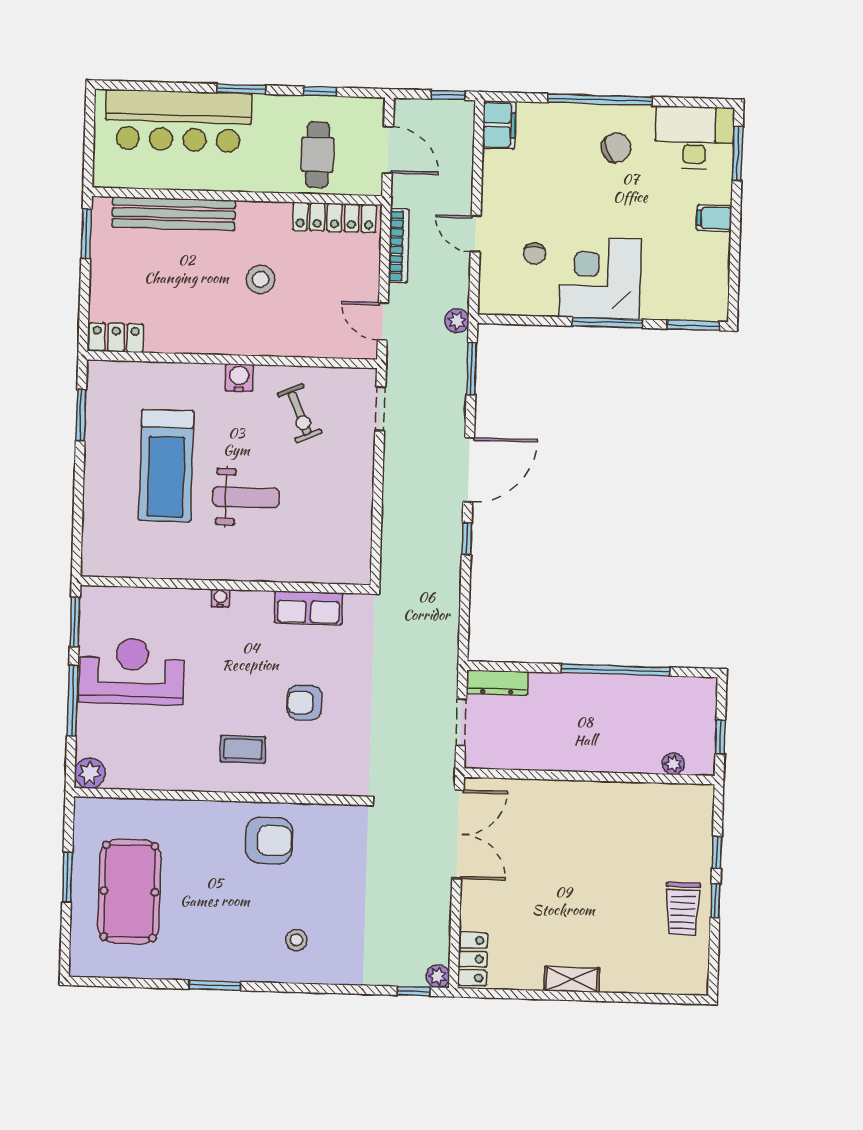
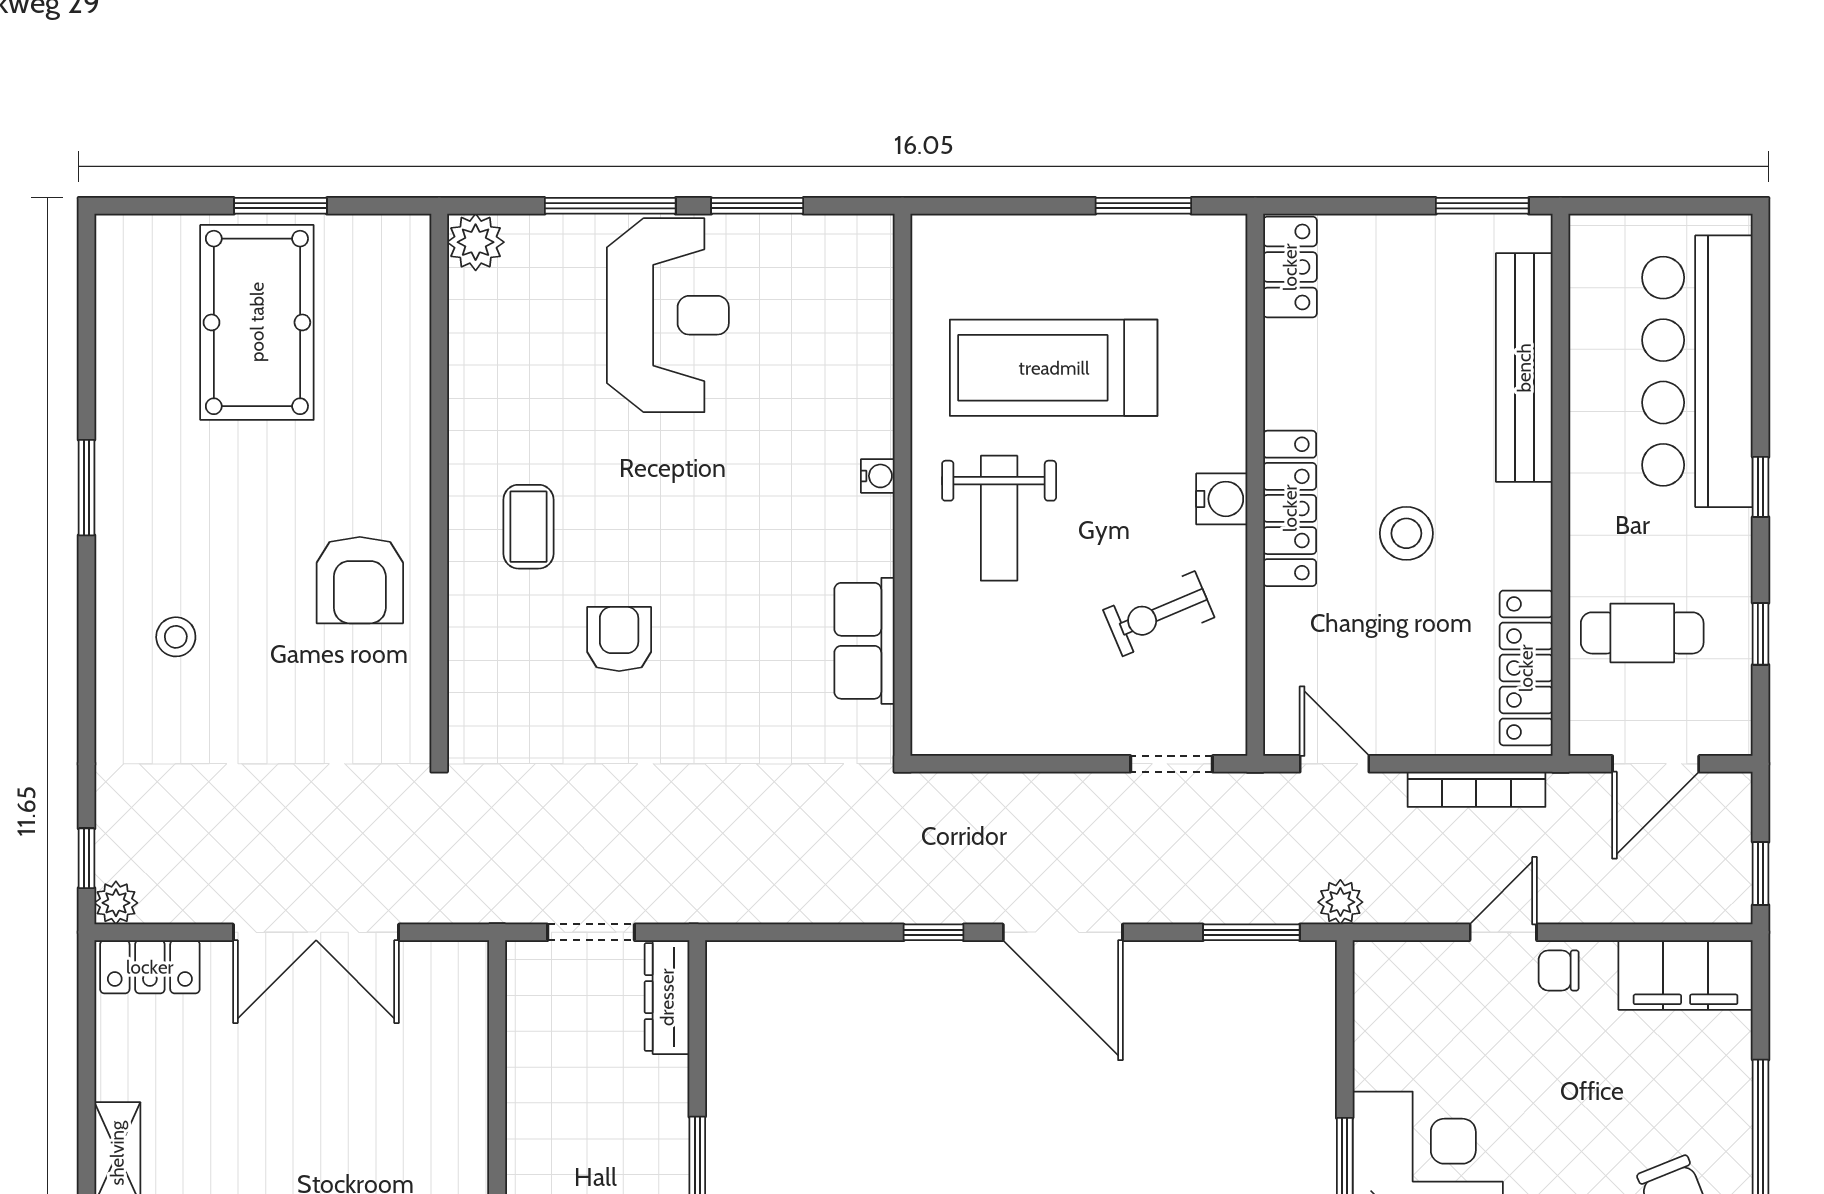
window: (241, 89) -> (1761, 487), width x0.67
filing cabinet: (499, 125) -> (1686, 975), width x1.50, depth x1.17
chair: (535, 254) -> (1559, 970), moved
door: (383, 322) -> (1335, 764), hinge flipped
locker: (245, 341) -> (1290, 508), added
wall: (225, 585) -> (902, 485), moved
water cooler: (220, 598) -> (878, 476), moved
row of seats: (308, 608) -> (864, 641), moved
double door: (458, 834) -> (316, 932), moved
pool table: (129, 891) -> (257, 322), turned 90

